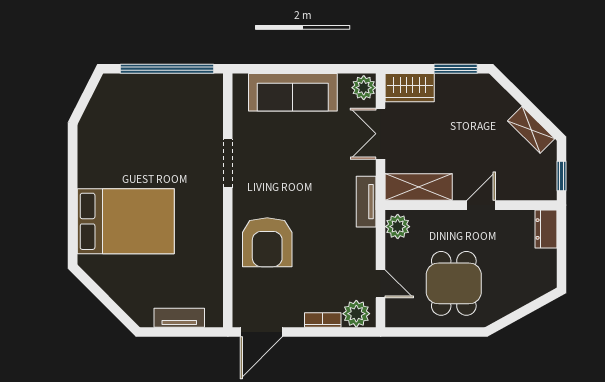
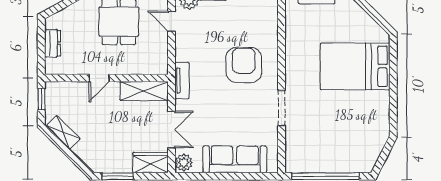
plant: (398, 227) -> (159, 63), removed
dresser: (546, 229) -> (53, 43), moved
armchair: (267, 242) -> (244, 65), moved

